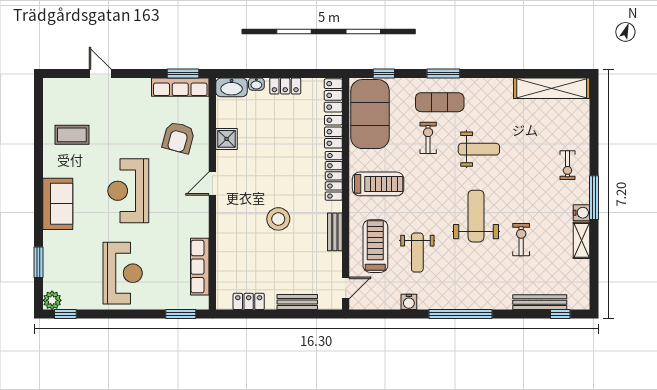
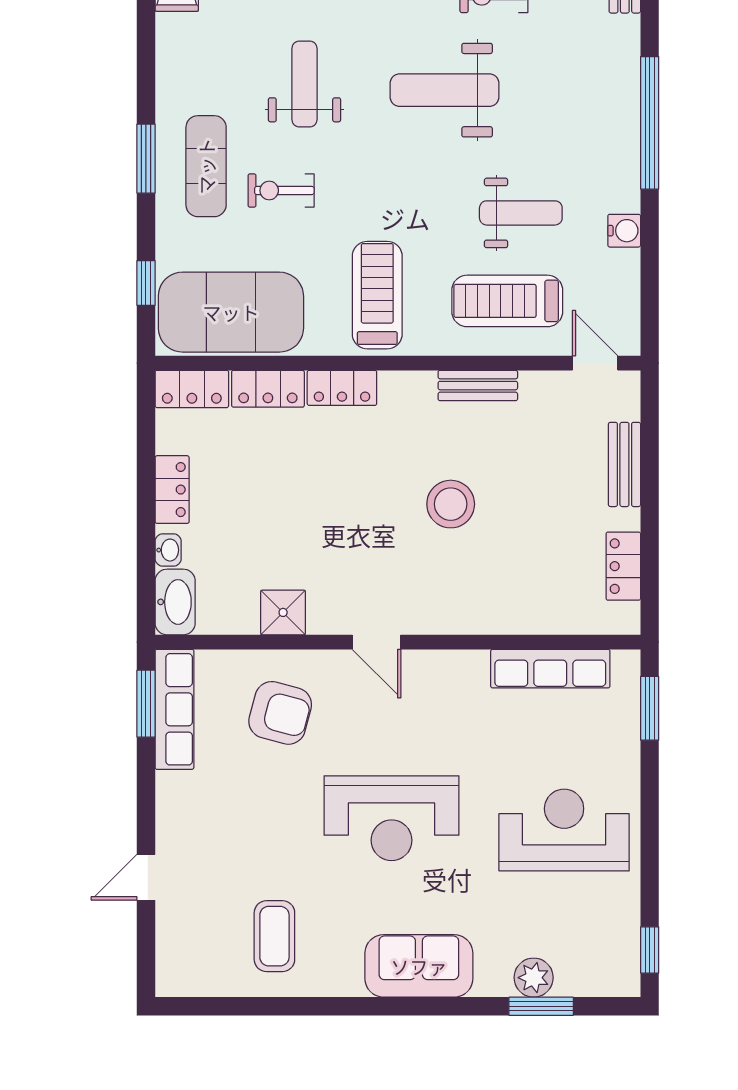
locker: (334, 176) -> (342, 388), width x0.66
plant: (52, 300) -> (534, 978), moved

